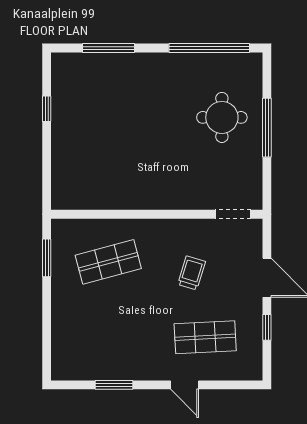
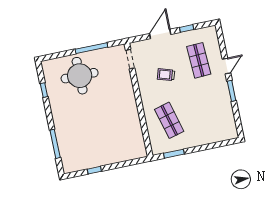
window: (209, 48) -> (44, 90), width x0.32
round table: (222, 117) -> (80, 76), width x1.36, depth x1.36
window: (267, 128) -> (91, 48), moved
window: (114, 385) -> (232, 91), moved

